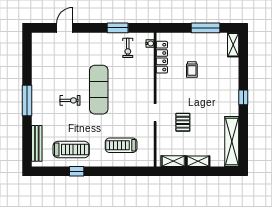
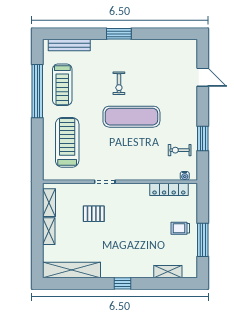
shelving: (233, 45) -> (168, 272), moved
trolley: (192, 69) -> (180, 228), moved
window: (27, 100) -> (119, 34), width x0.69
treadmill: (121, 145) -> (67, 142), width x1.37, depth x1.38
window: (77, 171) -> (37, 91), width x3.17

